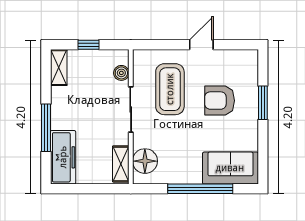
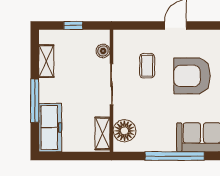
shelving: (59, 68) -> (46, 61), moved
coffee table: (170, 89) -> (147, 66), width x0.54, depth x0.58
armchair: (220, 101) -> (192, 76), width x1.36, depth x1.36

